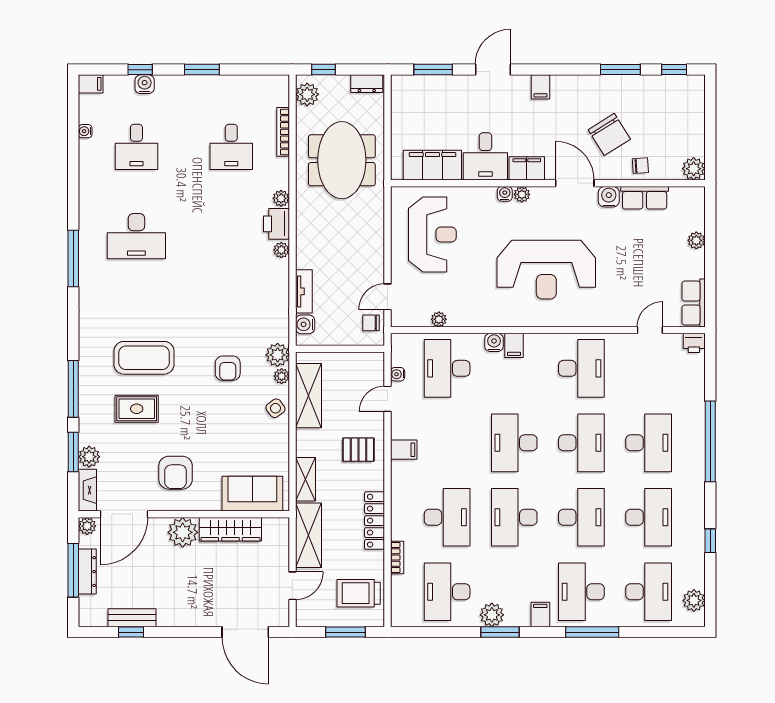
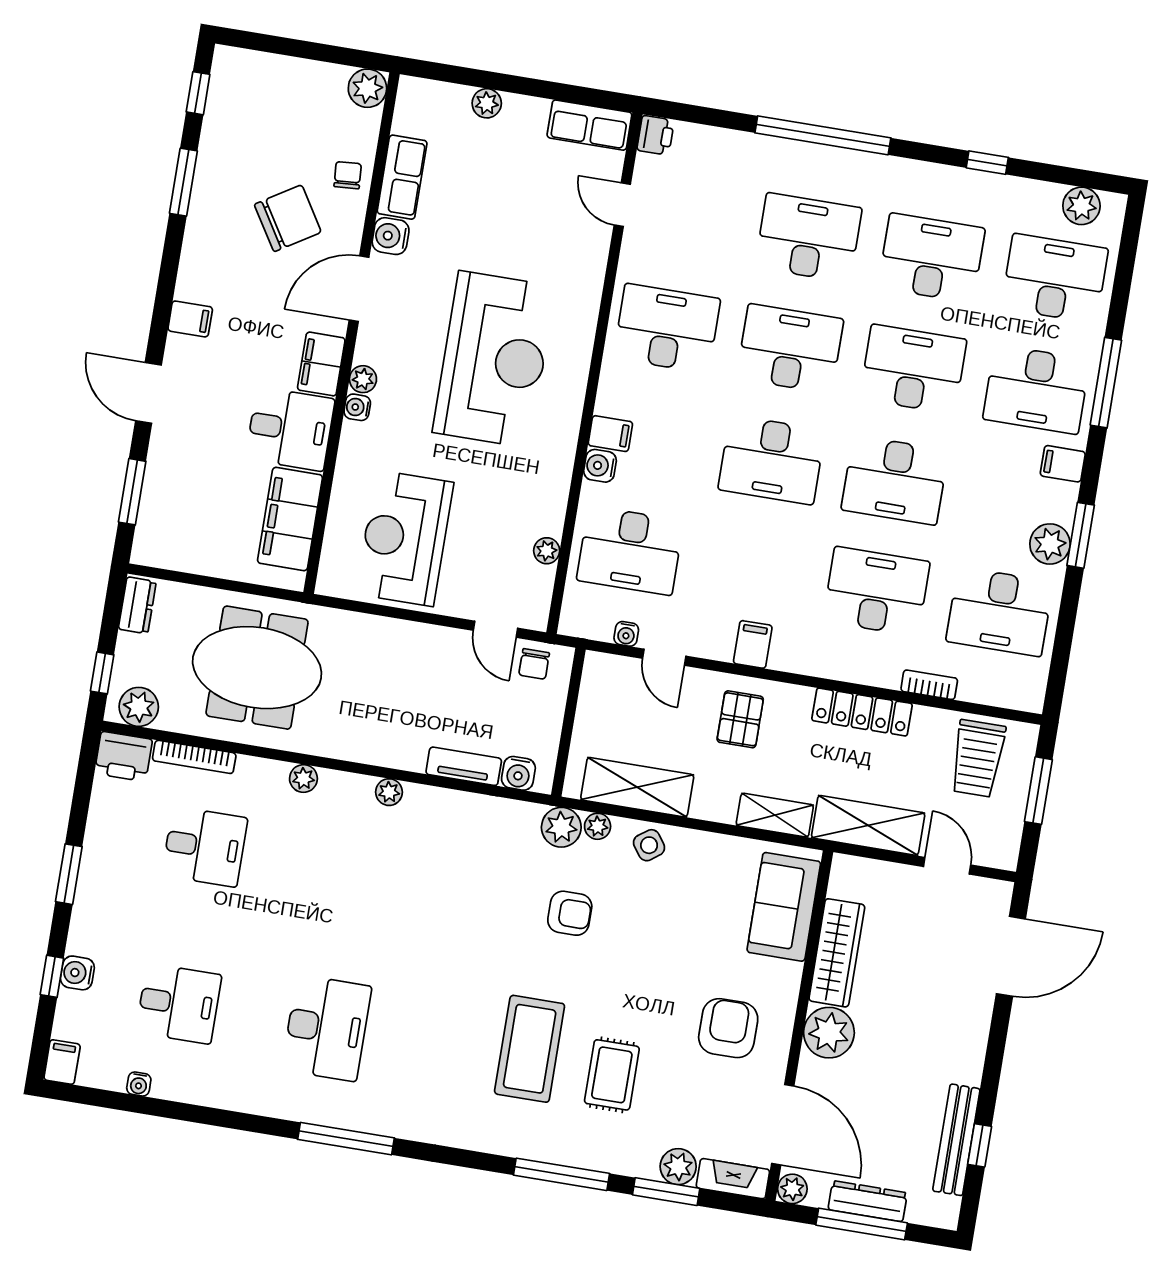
printer: (276, 224) -> (124, 756), moved
reception desk: (432, 234) -> (405, 538), turned -90
armchair: (176, 473) -> (728, 1028), turned -90
bench: (132, 618) -> (956, 1140), width x1.36

